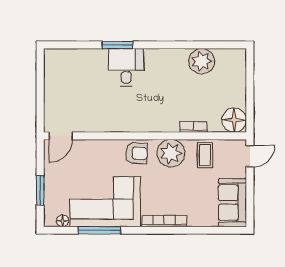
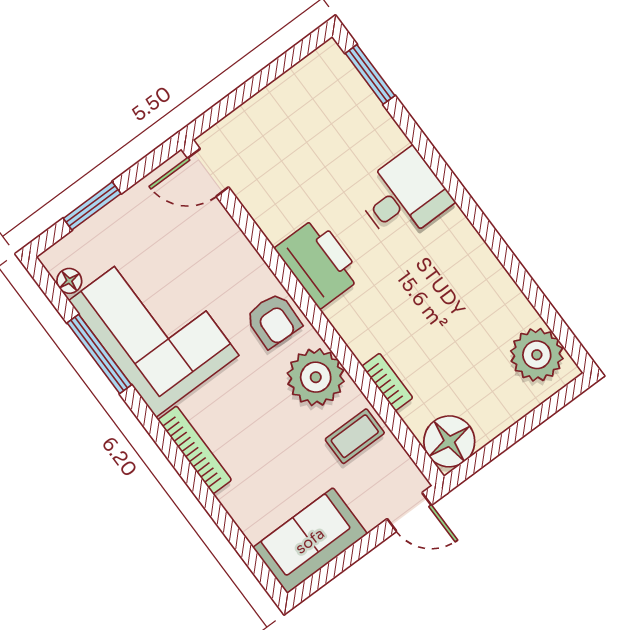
window: (117, 45) -> (370, 74), moved
plant: (202, 61) -> (537, 355), moved
printer: (127, 119) -> (319, 263), added

